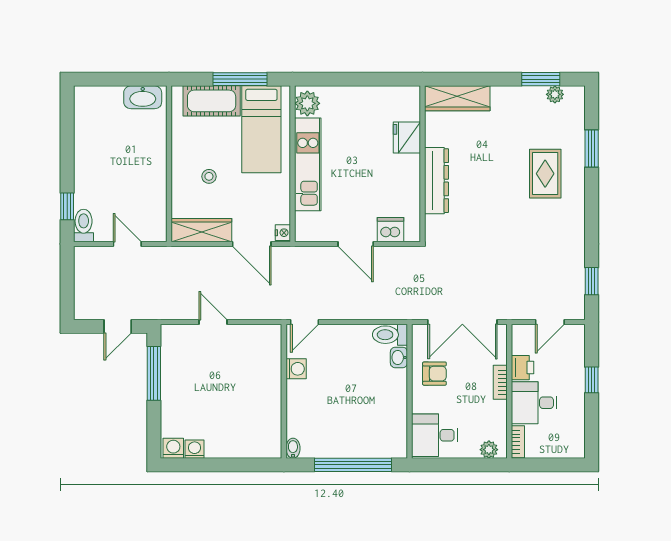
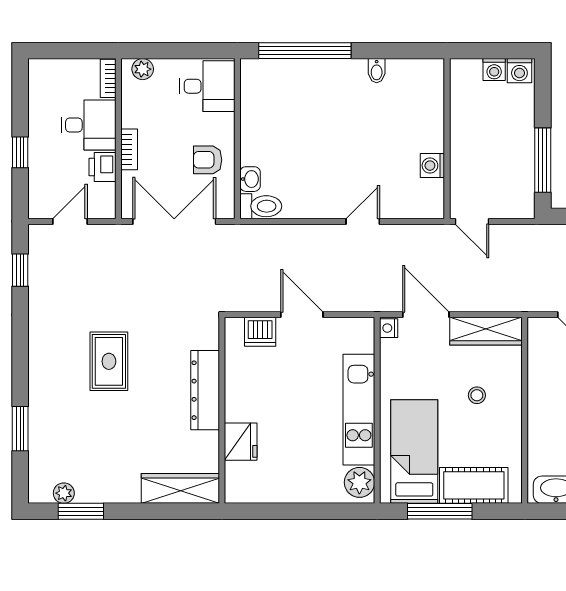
rug: (545, 174) -> (109, 361), moved
washing machine: (296, 369) -> (432, 166), moved
wall: (284, 391) -> (447, 139), moved

